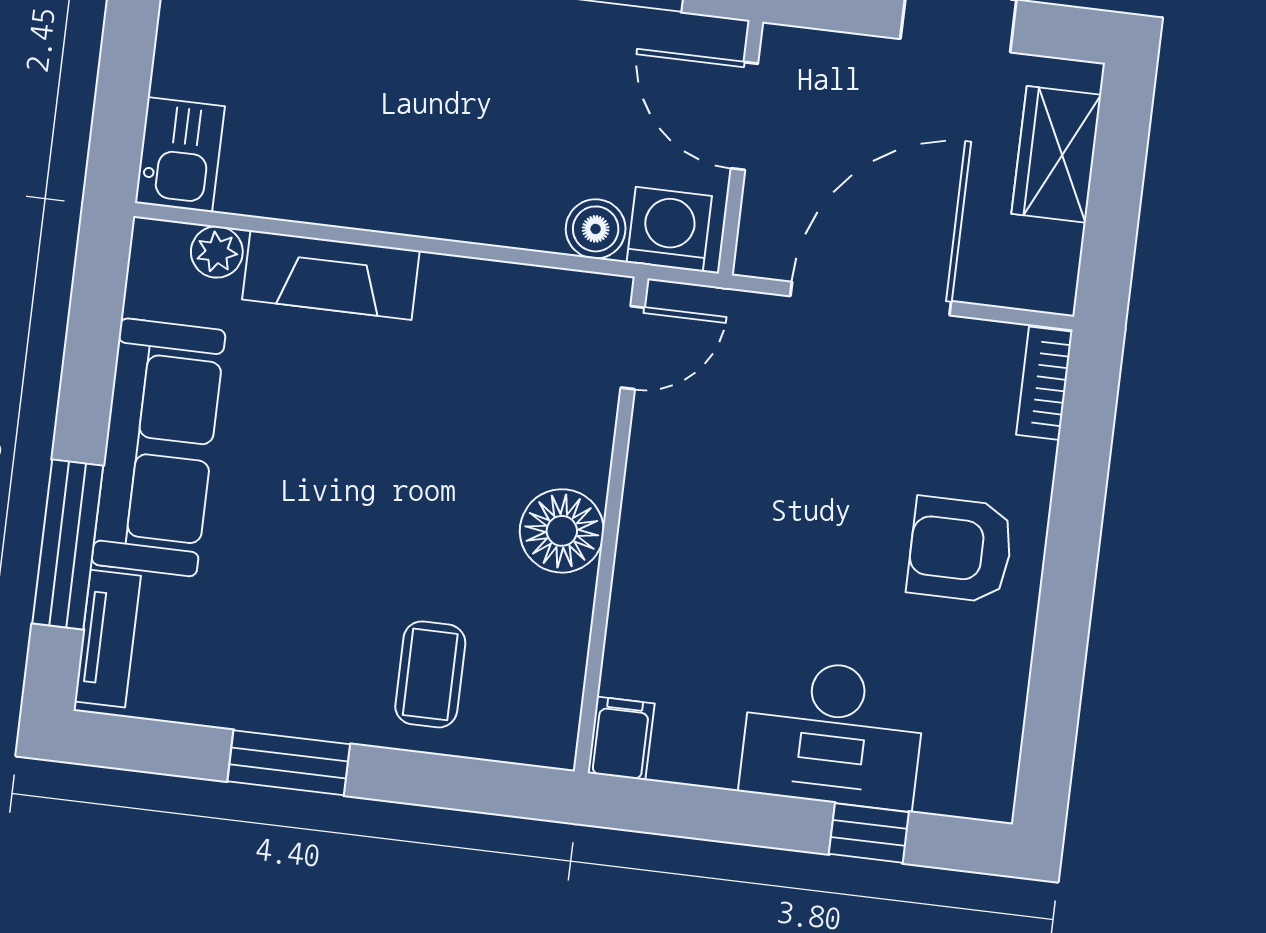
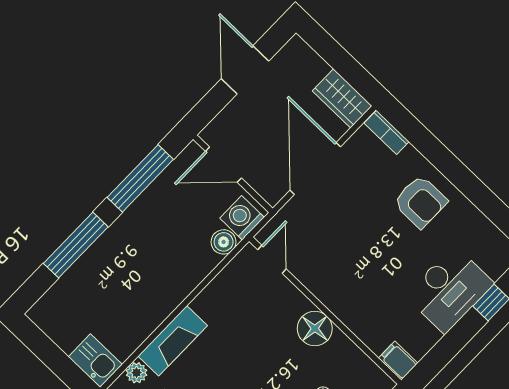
wardrobe: (1056, 154) -> (342, 98), moved
armchair: (960, 549) -> (420, 202), turned -90

